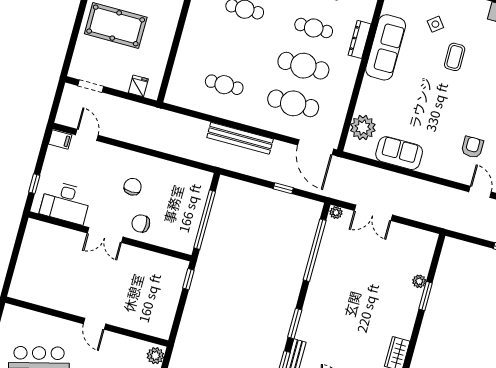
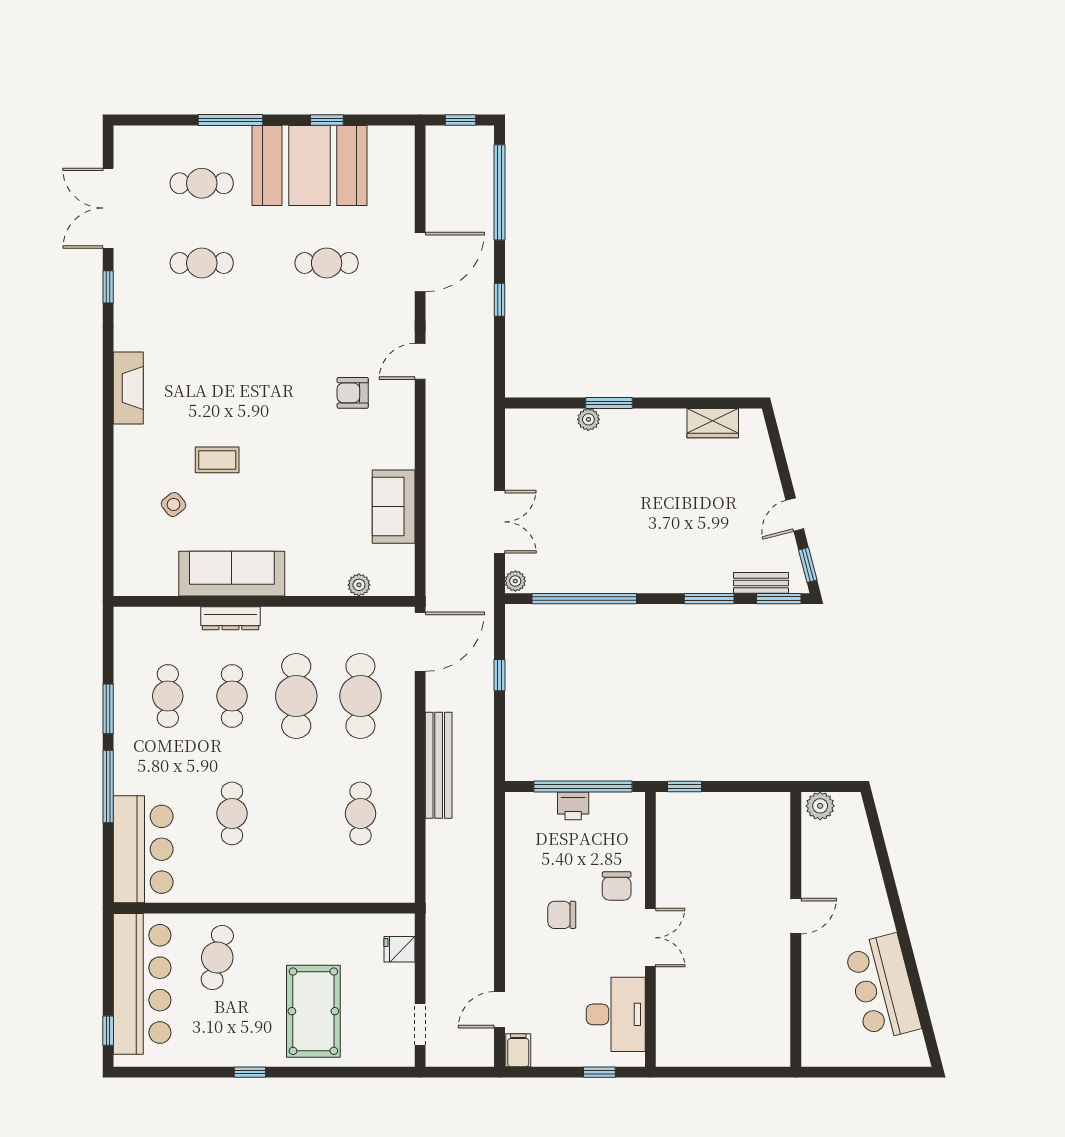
plant: (363, 128) -> (359, 585), width x0.53, depth x0.53
printer: (195, 211) -> (573, 806), added

